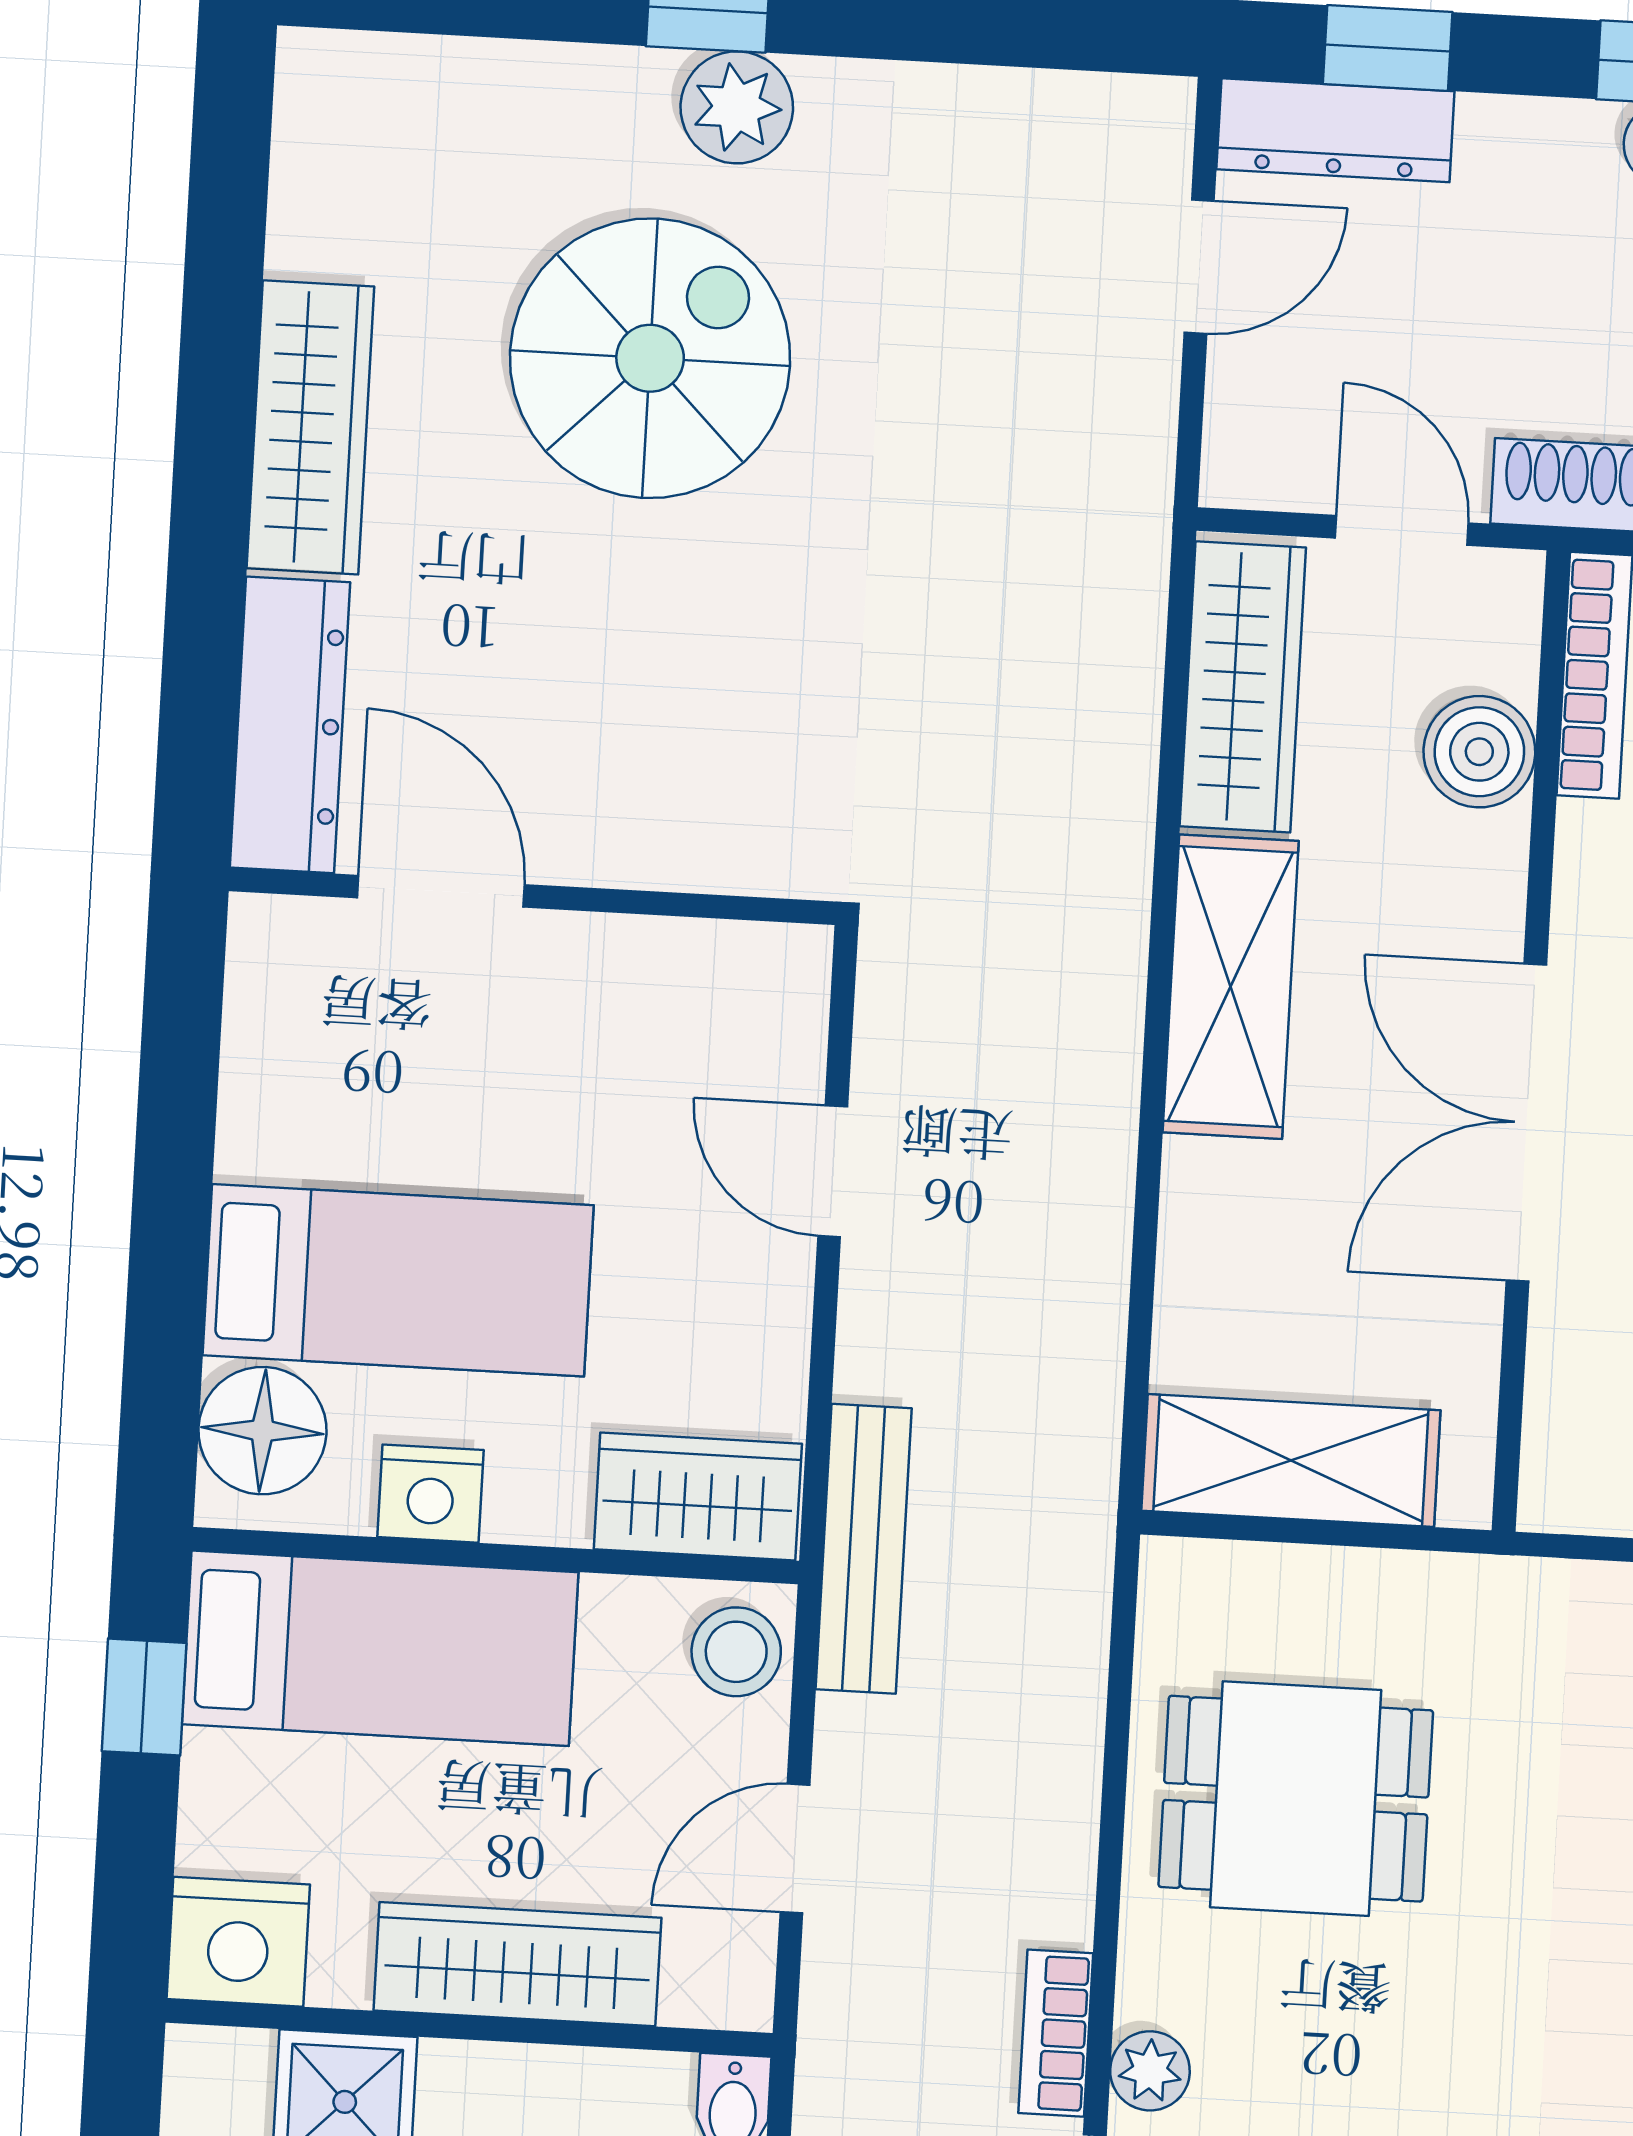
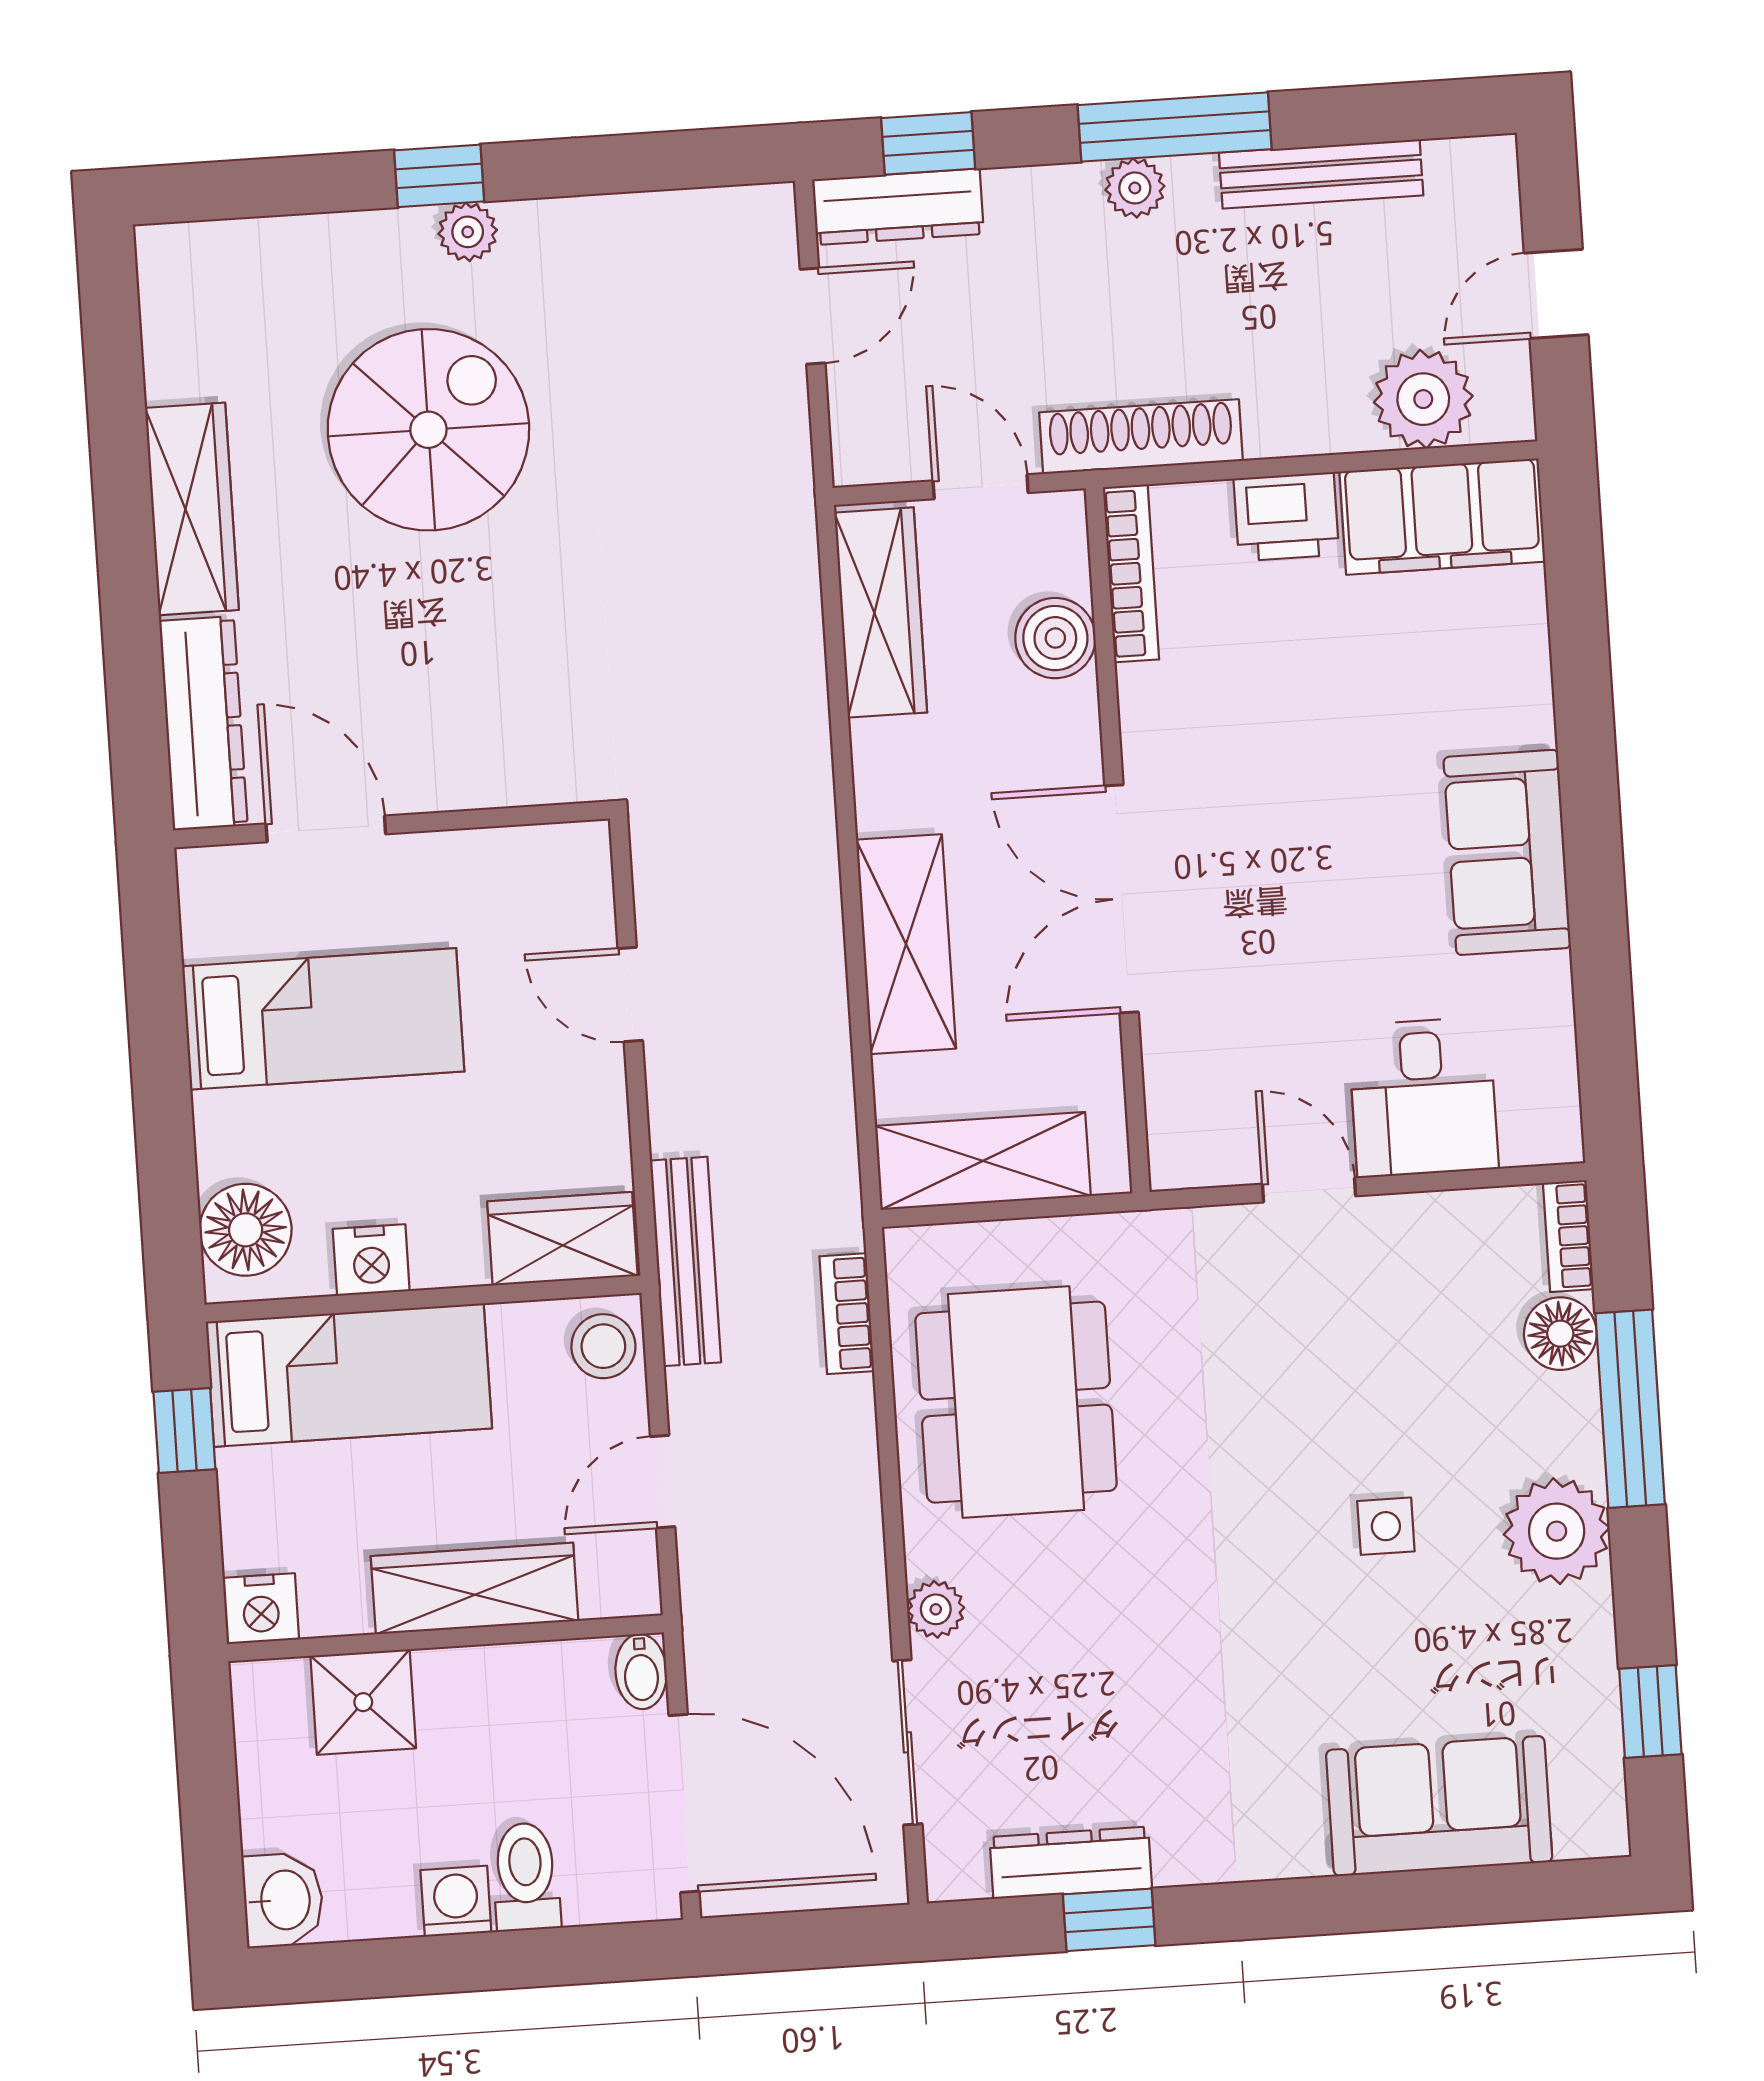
plant: (737, 107) -> (468, 232), width x0.73, depth x0.73
shelving: (1231, 987) -> (906, 944), moved
bed: (398, 1280) -> (323, 1019), moved
dining table: (1296, 1799) -> (1016, 1402), width x1.38
nightstand: (238, 1942) -> (261, 1609), width x0.74, depth x0.75
bookcase: (1056, 2033) -> (847, 1314), moved

